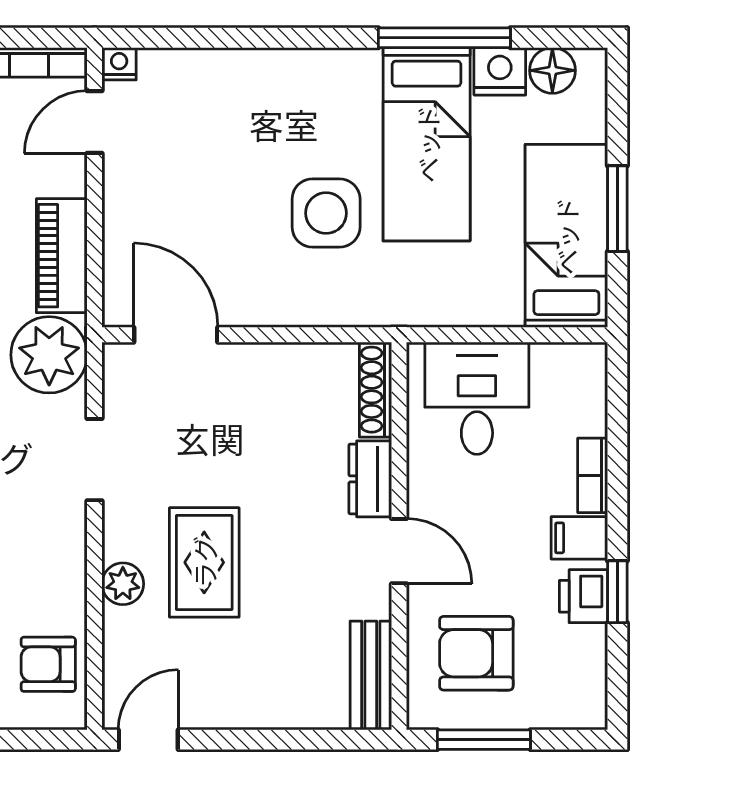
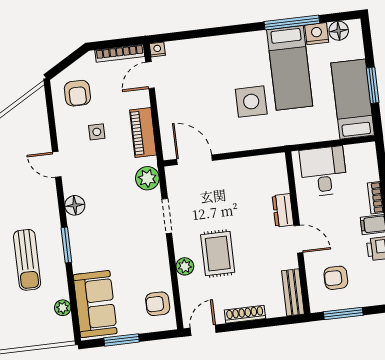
plant: (49, 355) -> (147, 178), width x0.73, depth x0.73
shoe rack: (375, 390) -> (245, 314), moved, turned 90
armchair: (476, 653) -> (336, 278), width x0.72, depth x0.72

